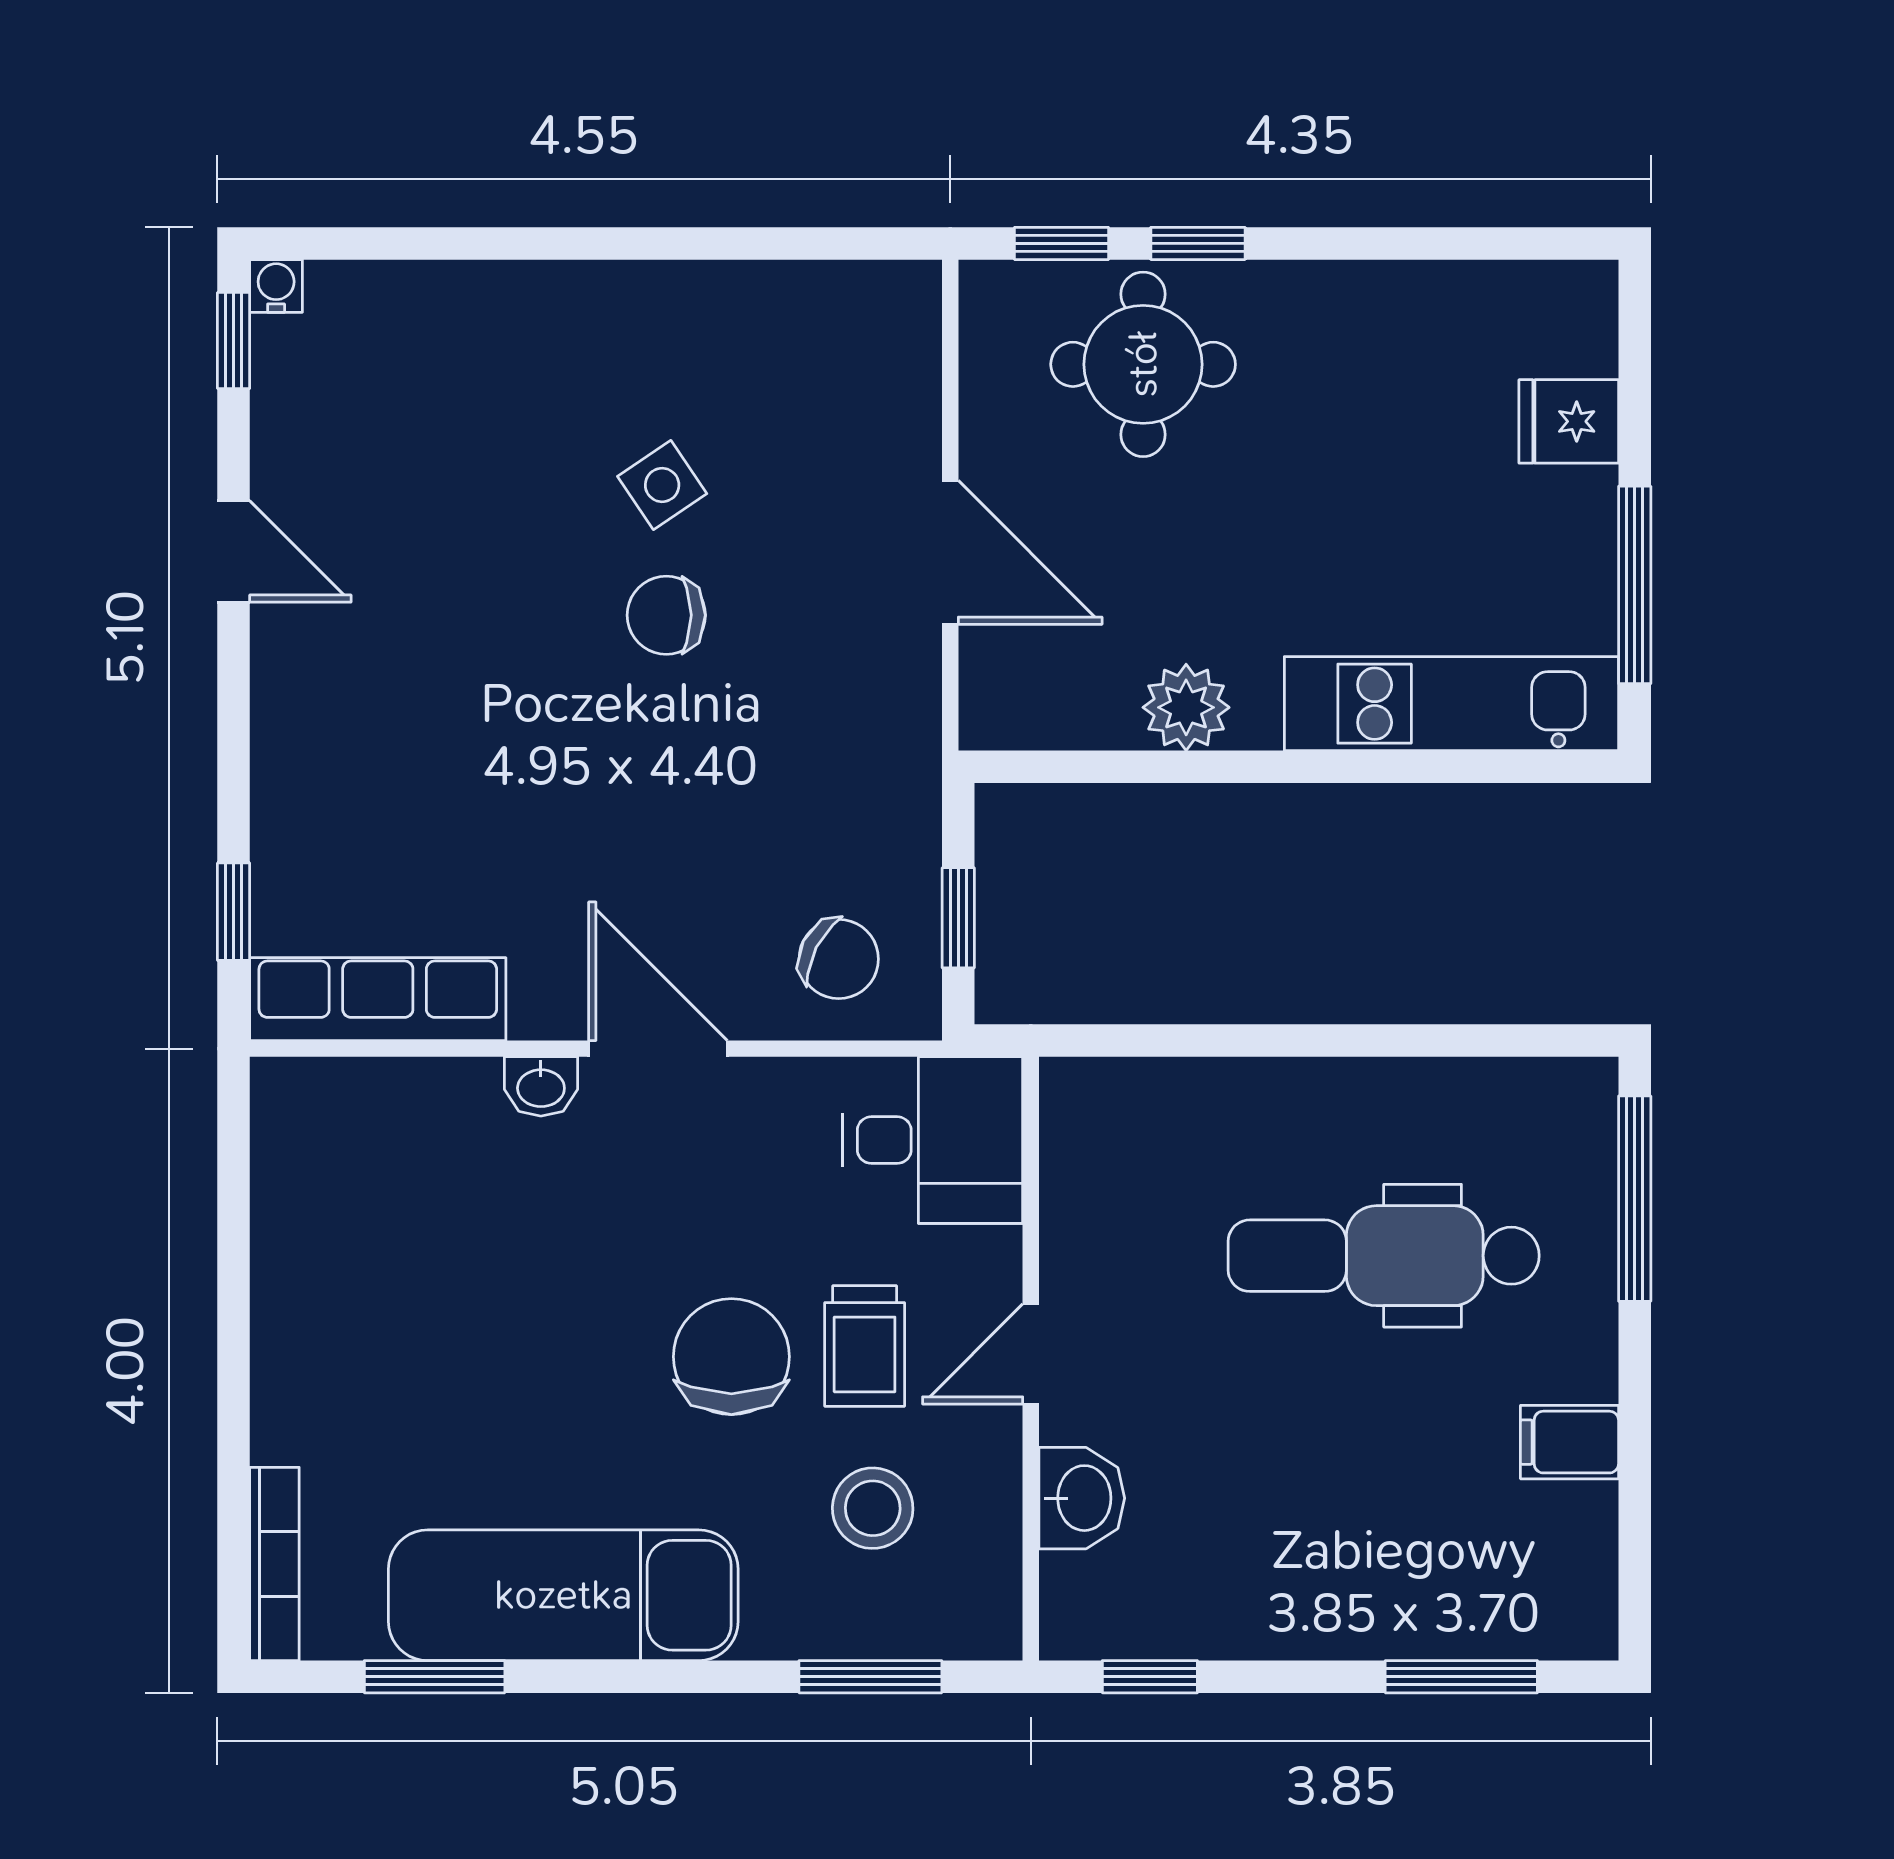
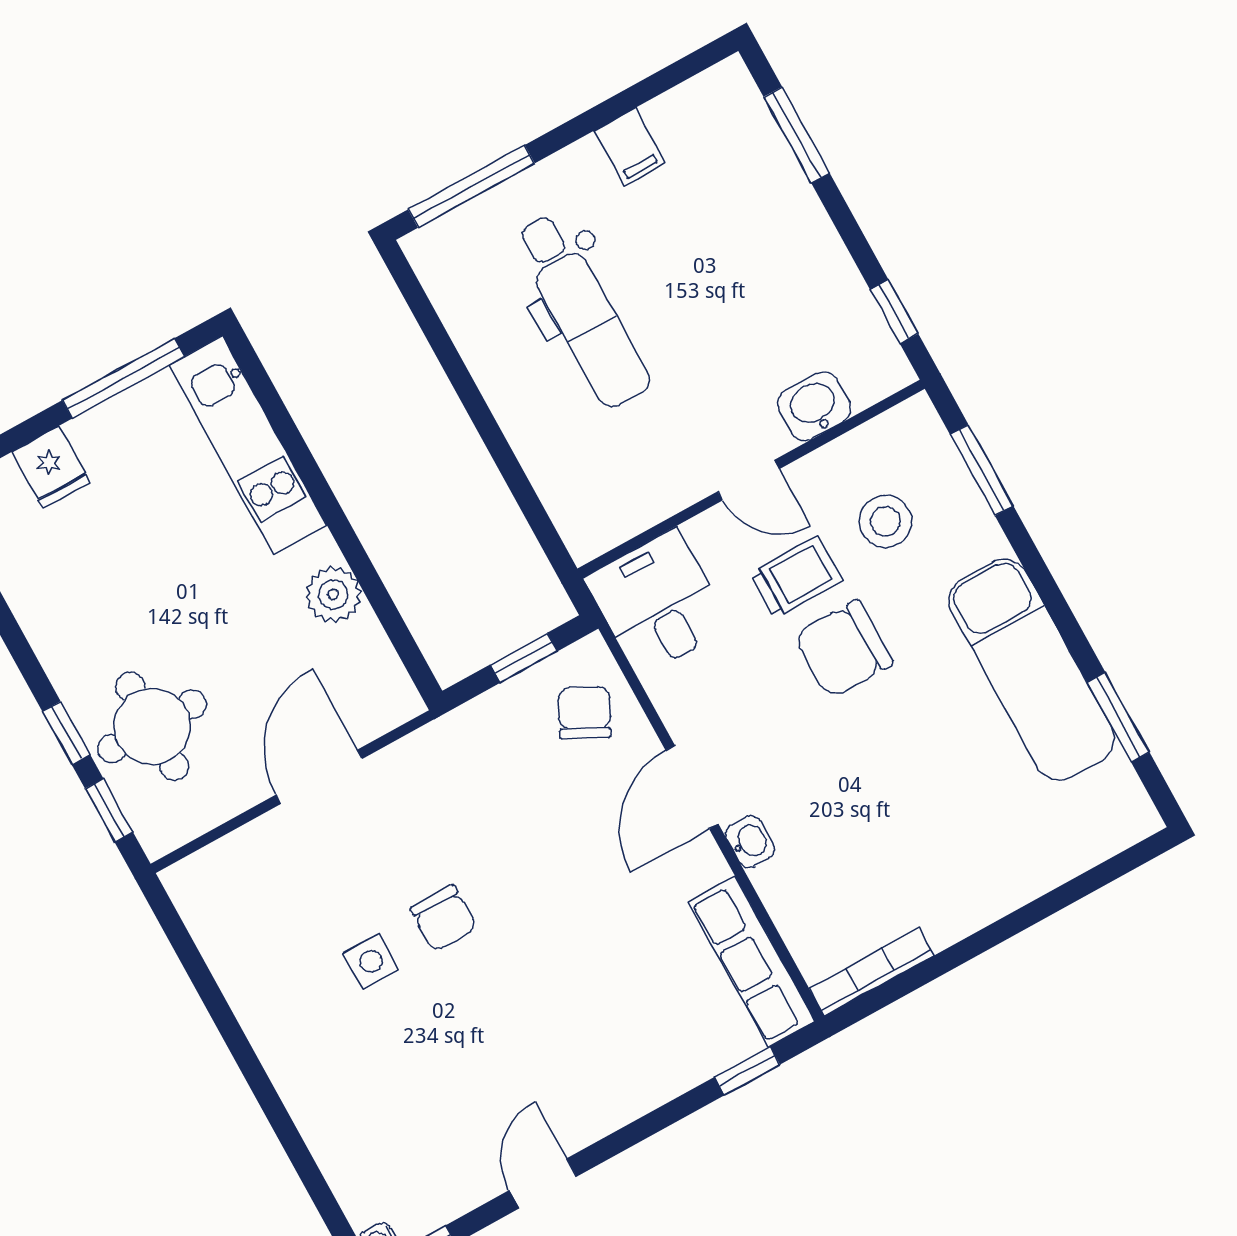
side table: (662, 485) -> (371, 961), turned 34
bookcase: (274, 1564) -> (871, 972), moved

